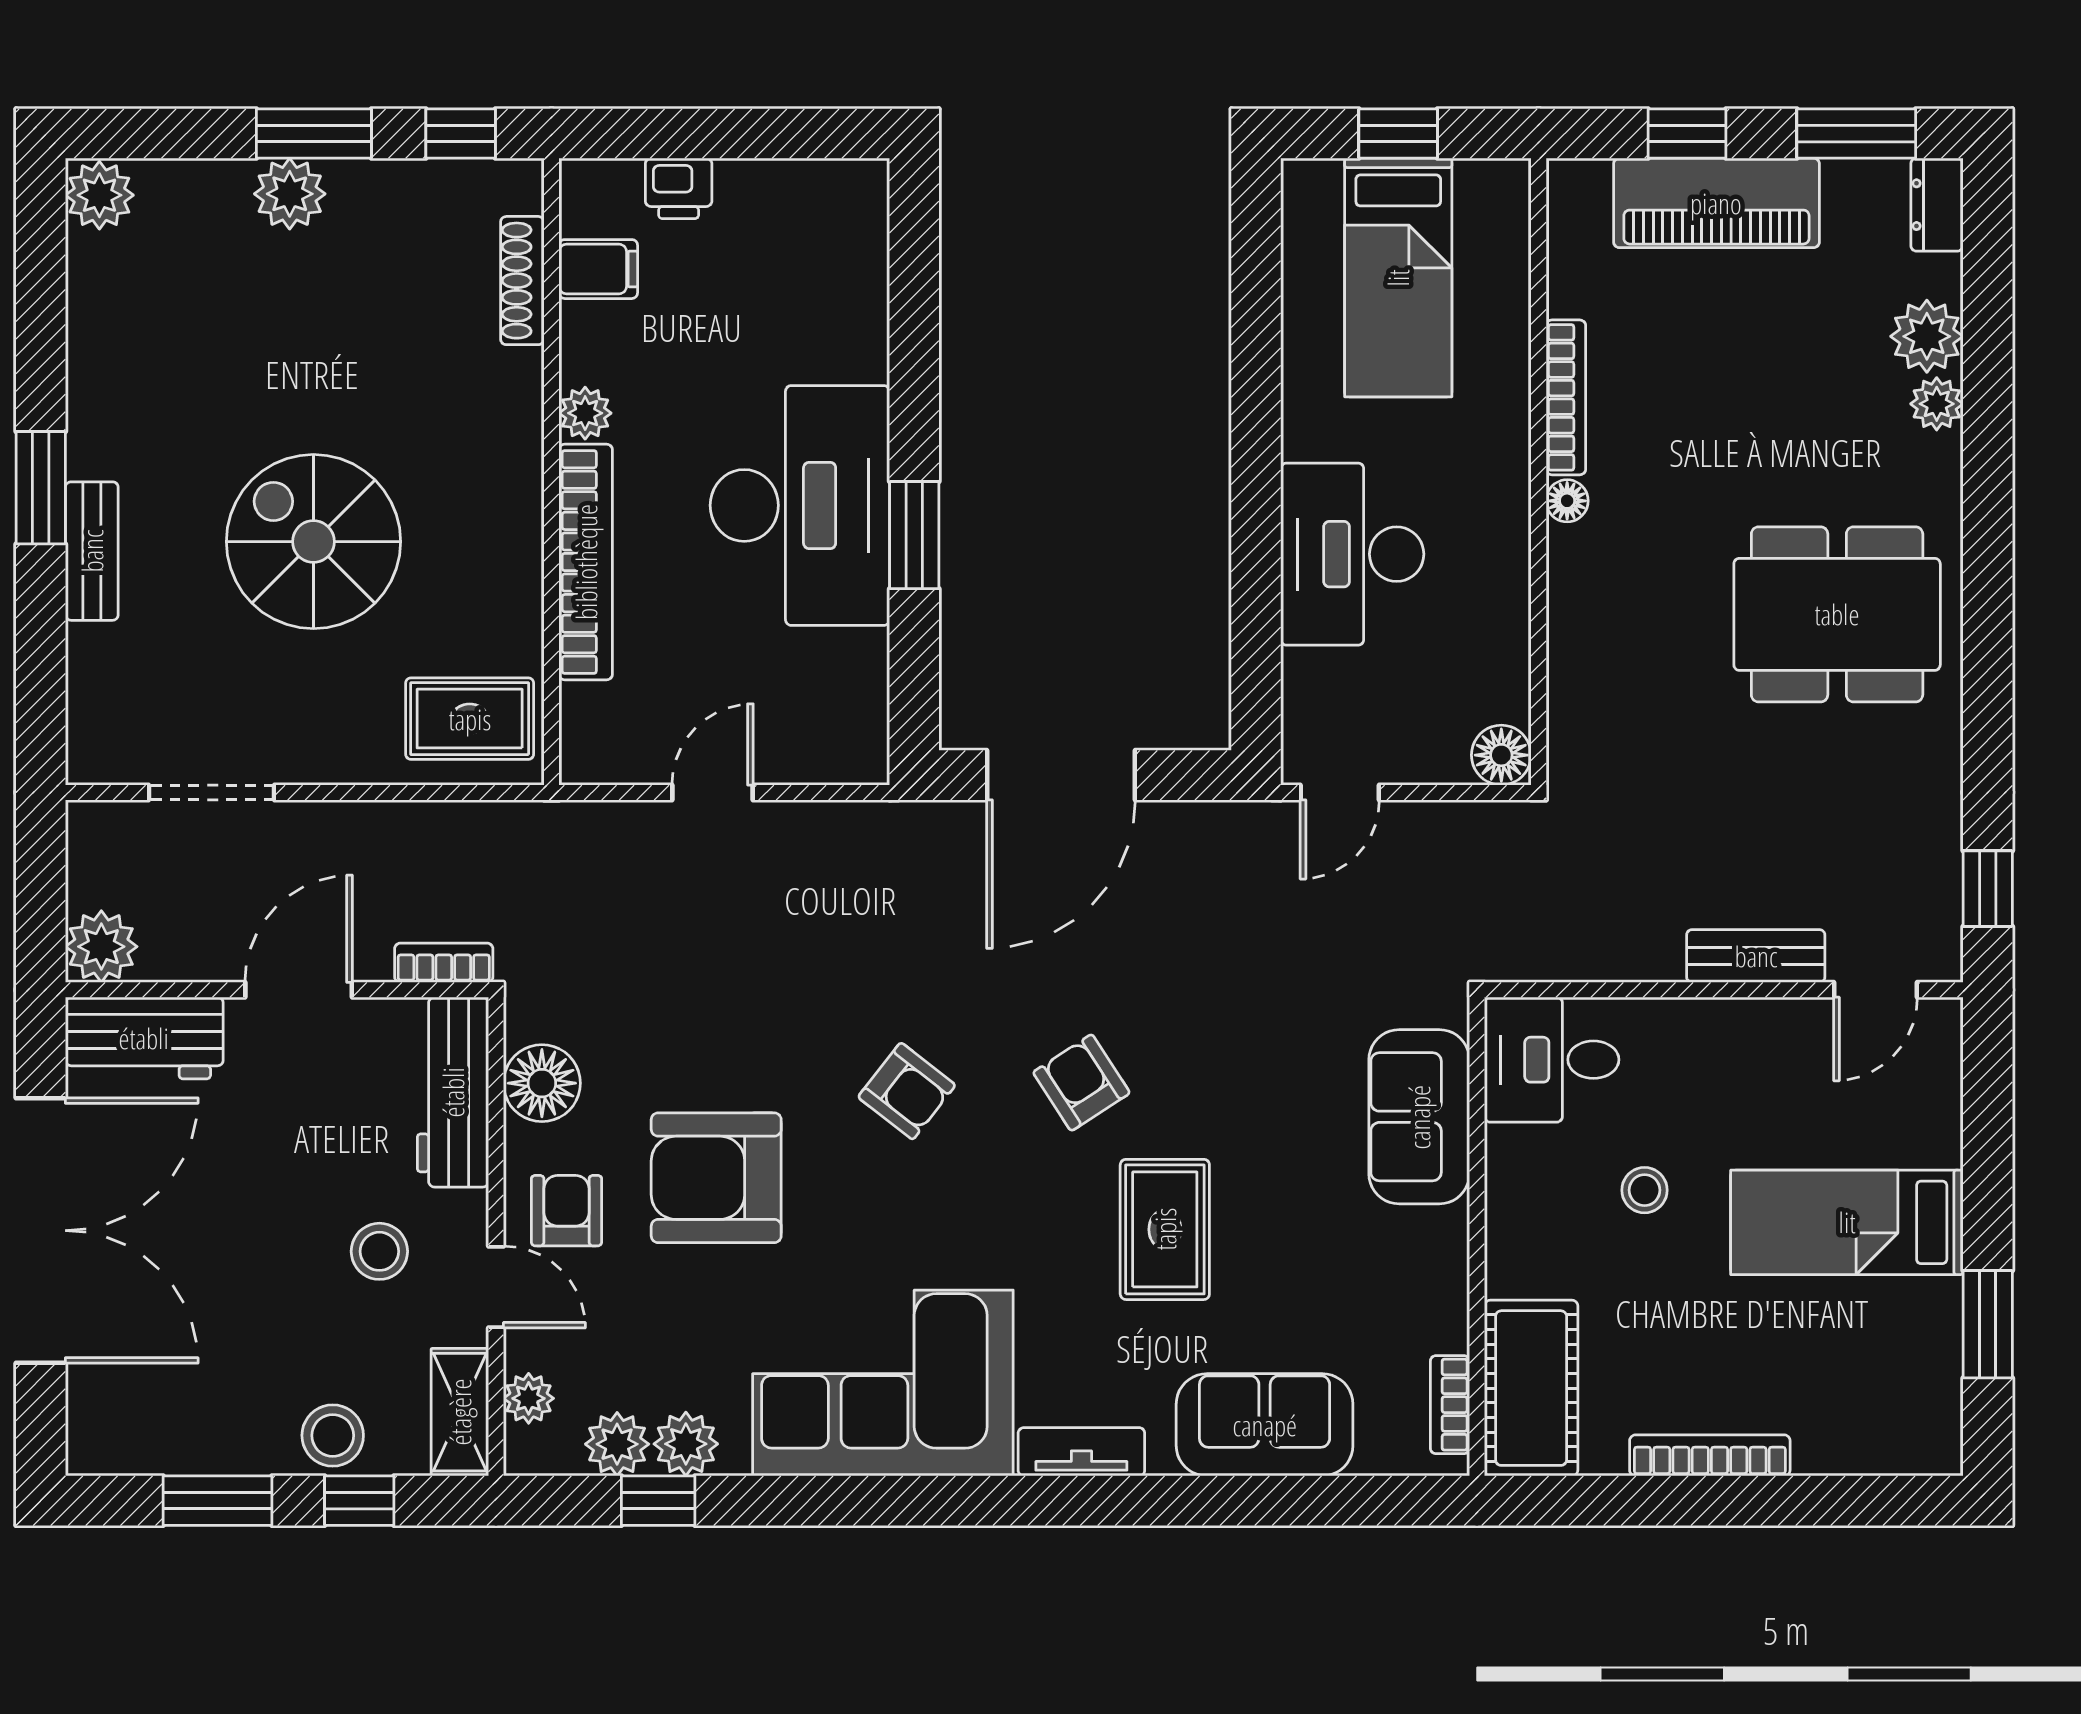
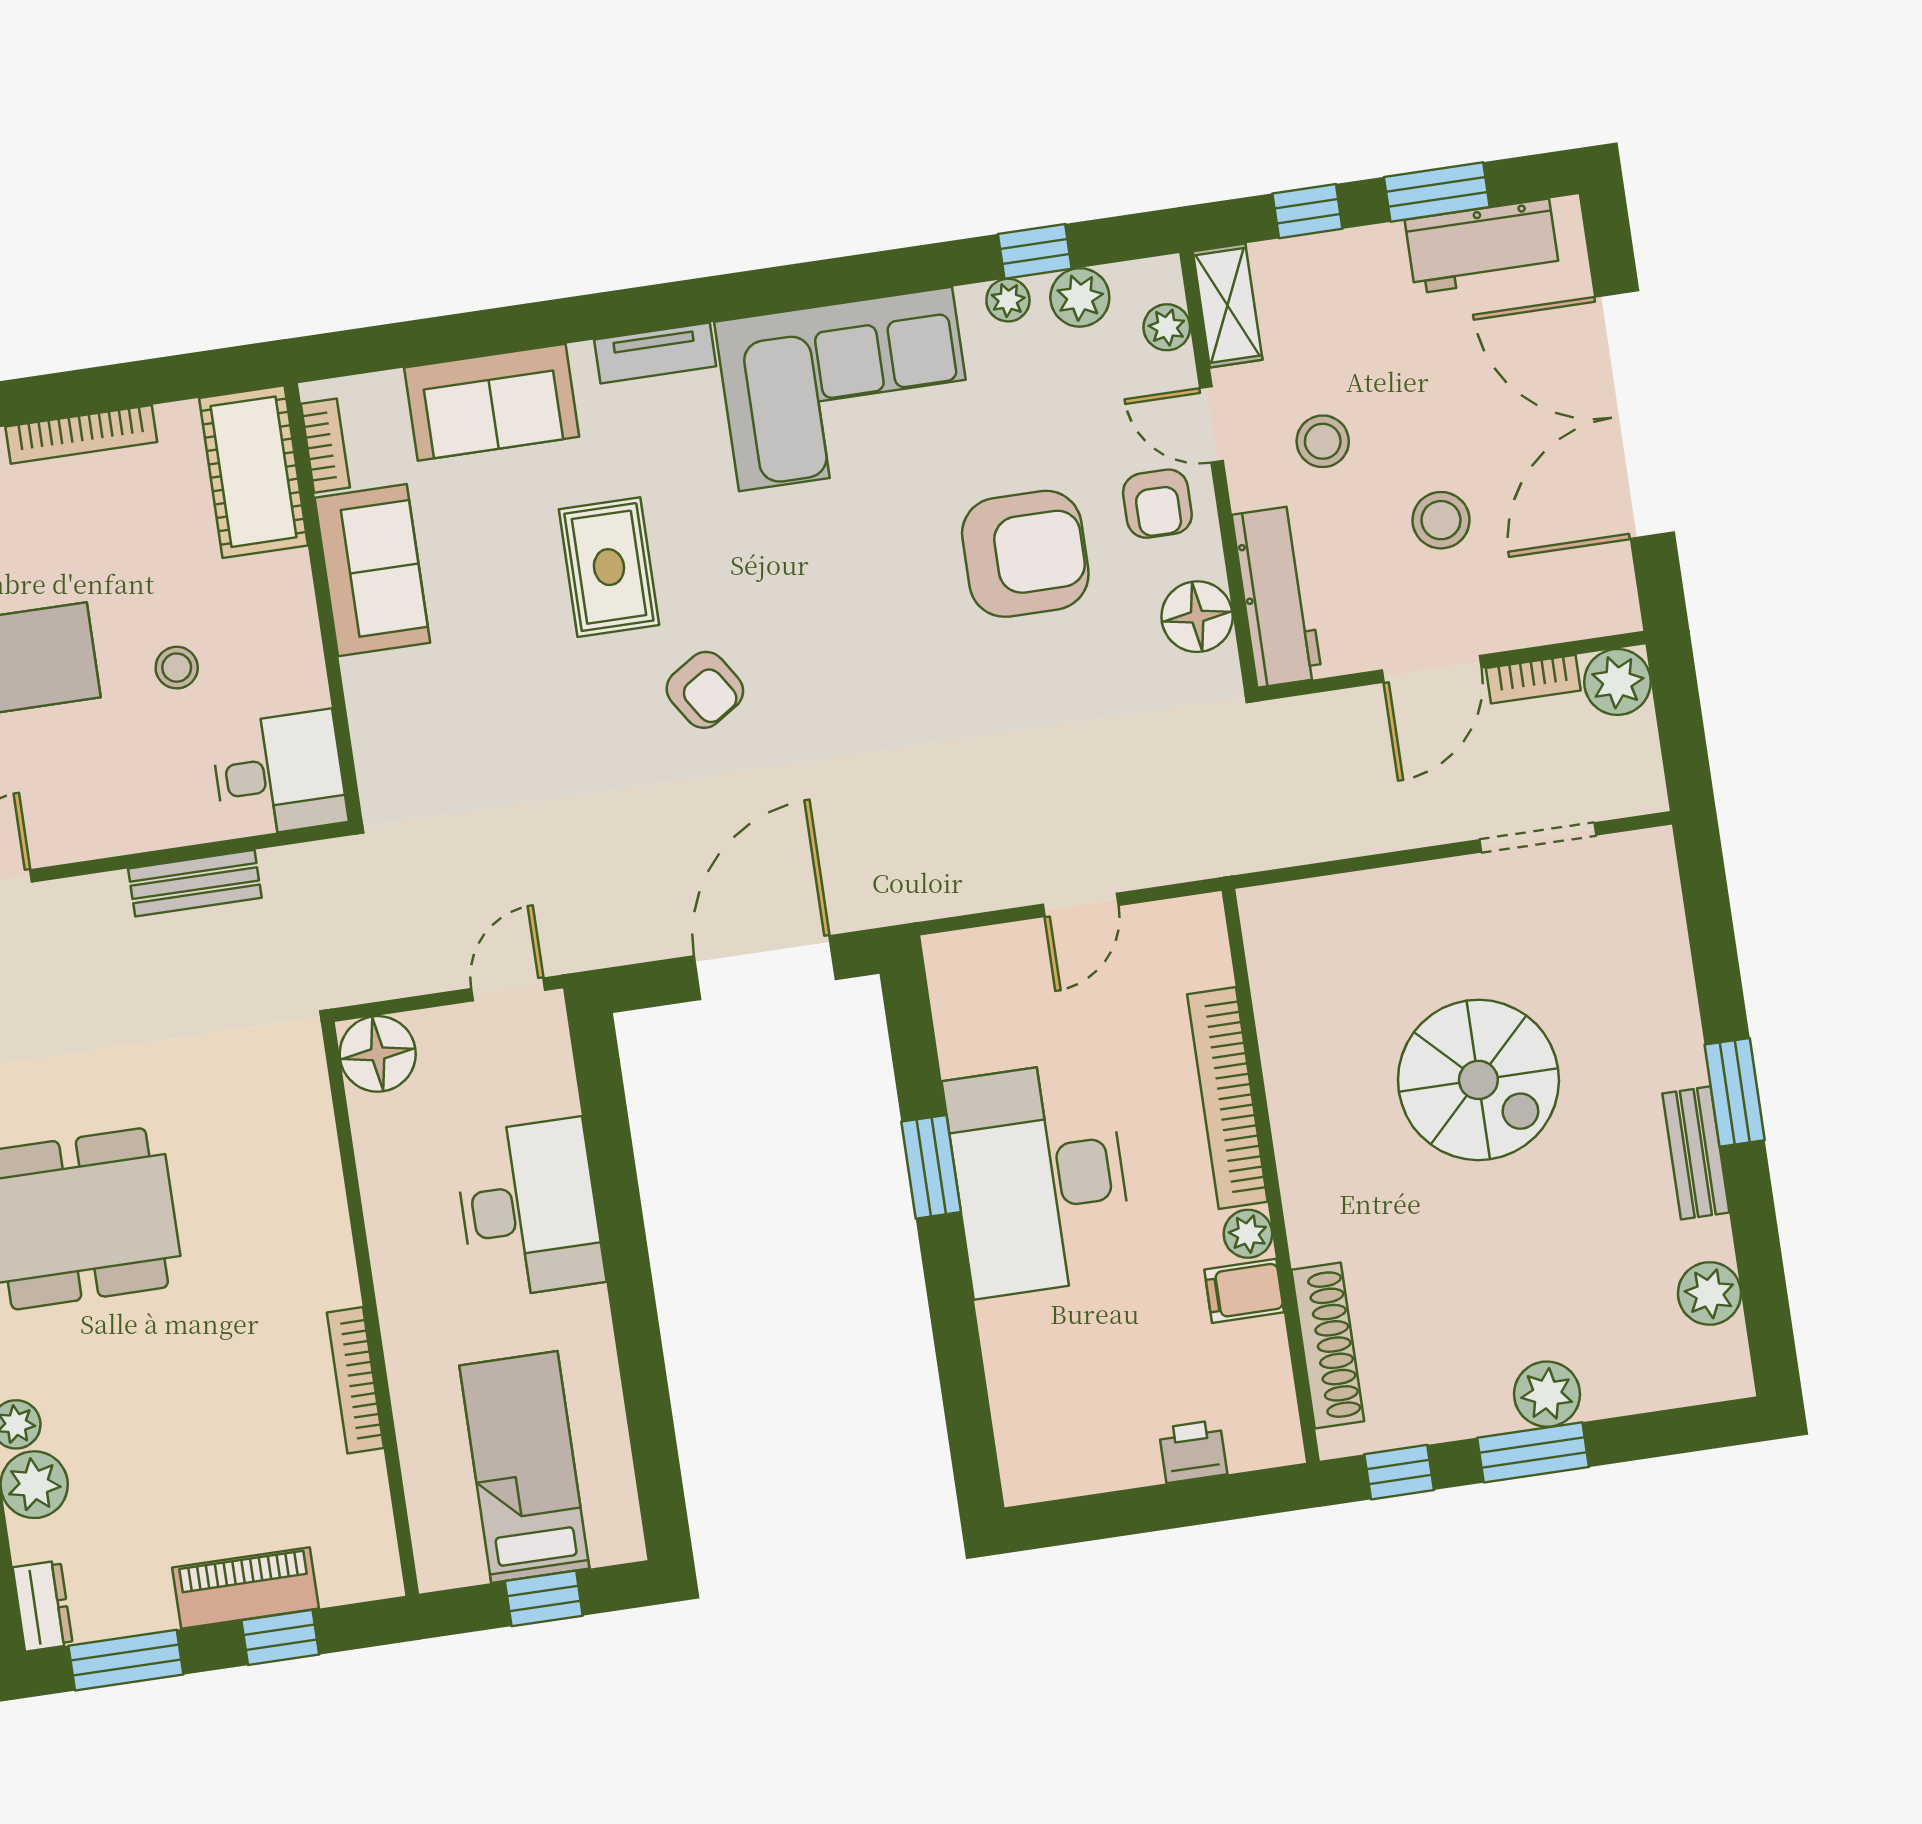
plant: (99, 195) -> (1710, 1293), moved
piano: (1716, 203) -> (245, 1588), width x0.73, depth x0.75
filing cabinet: (598, 269) -> (1244, 1291), moved
shoe rack: (522, 281) -> (1328, 1346), width x1.36, depth x1.24
floor lamp: (1567, 501) -> (340, 1286), removed
bench: (92, 551) -> (1696, 1153), moved
rug: (470, 719) -> (1312, 939), removed
floor lamp: (1501, 755) -> (378, 1054), width x1.38, depth x1.38
bench: (1756, 956) -> (195, 883), moved
bookcase: (444, 963) -> (1533, 679), moved
workbench: (144, 1038) -> (1482, 246), moved, turned 180
armchair: (907, 1091) -> (863, 659), removed
sofa: (1419, 1117) -> (372, 570), moved
stool: (333, 1435) -> (1441, 520), moved
plant: (686, 1444) -> (1008, 300), width x0.73, depth x0.73

